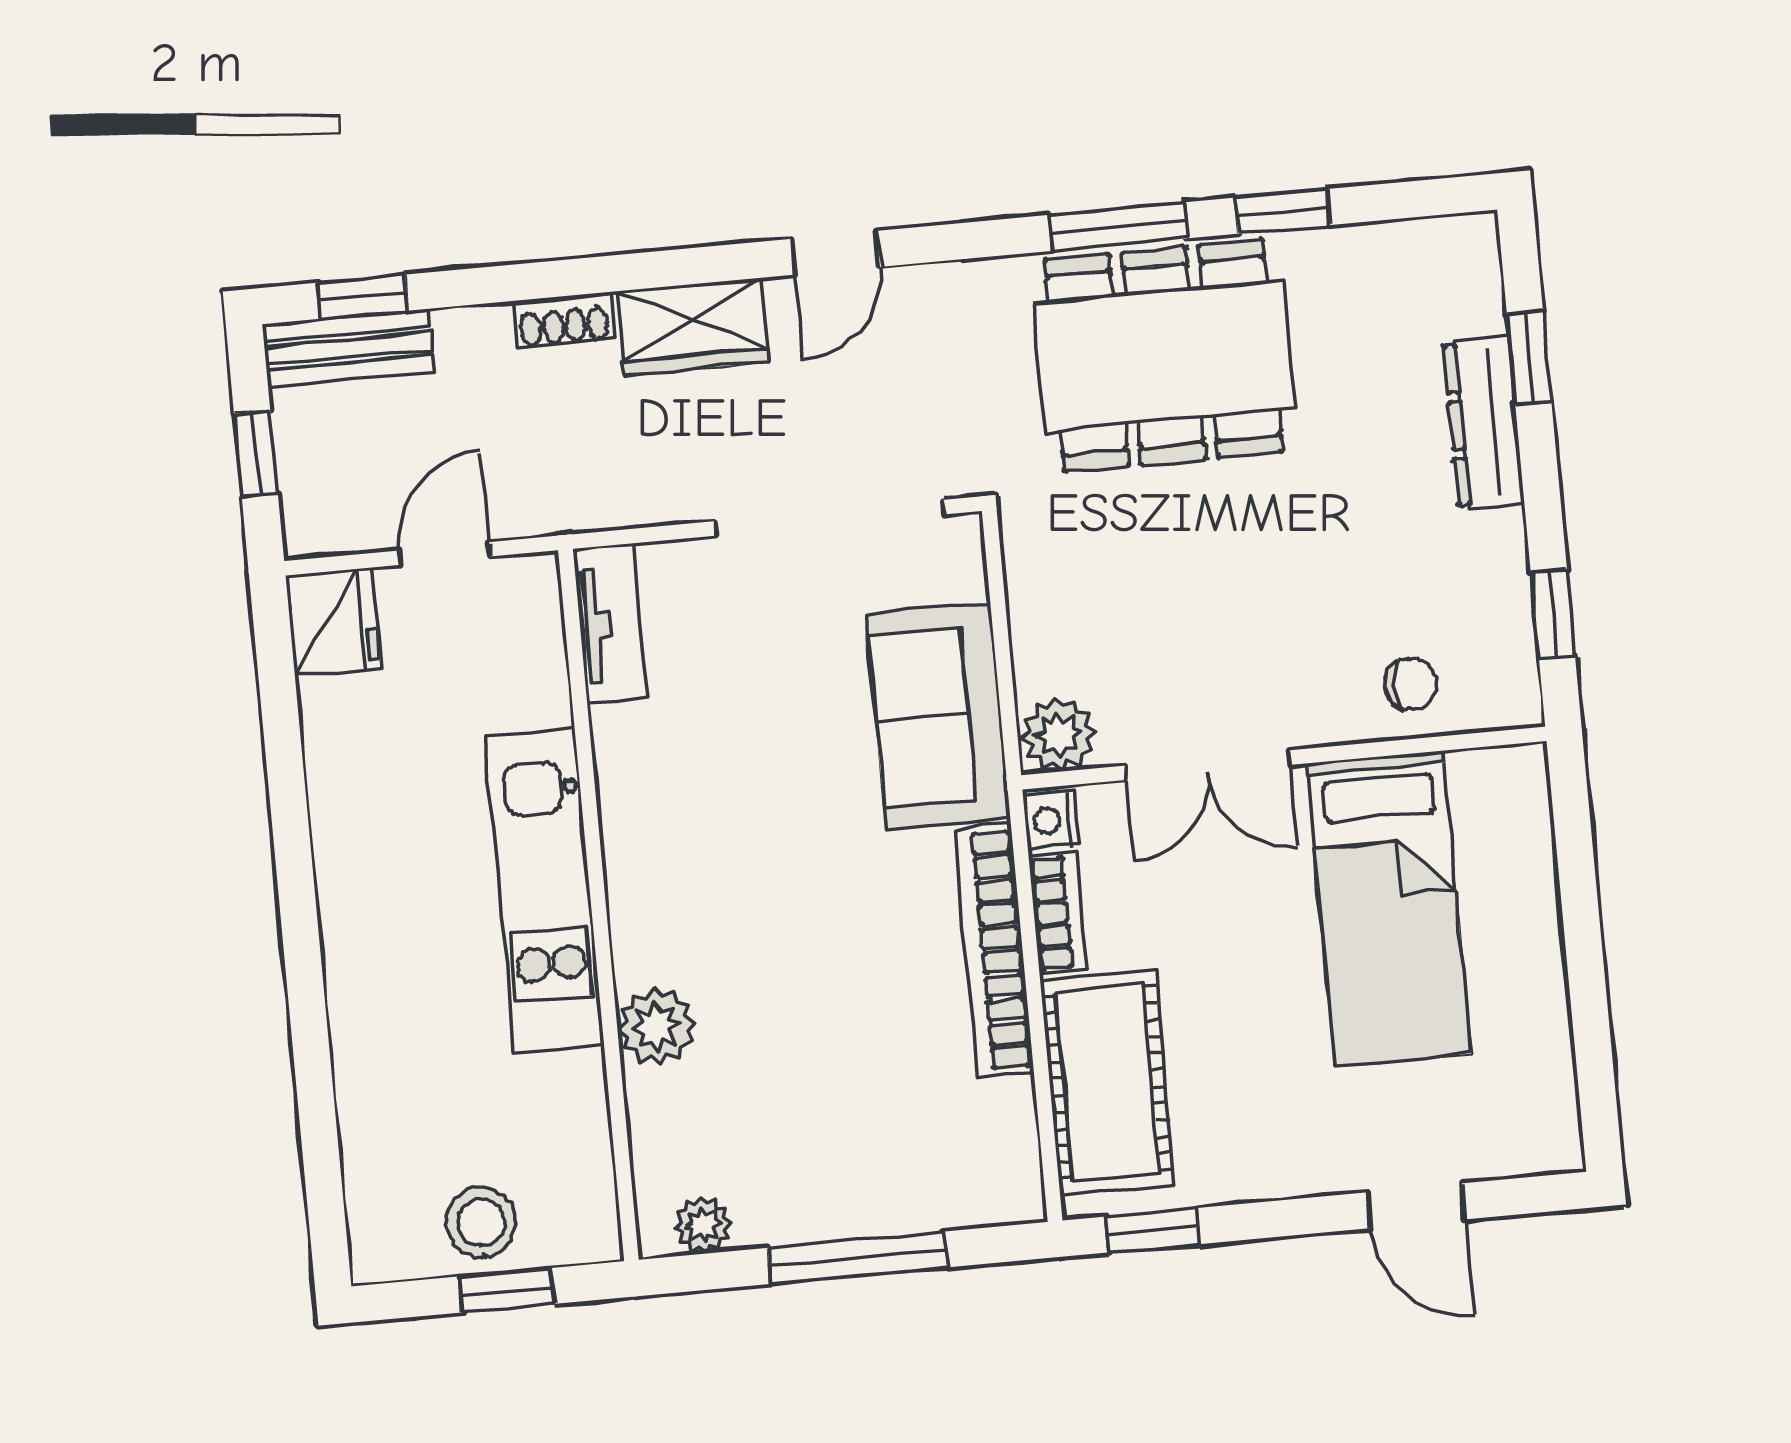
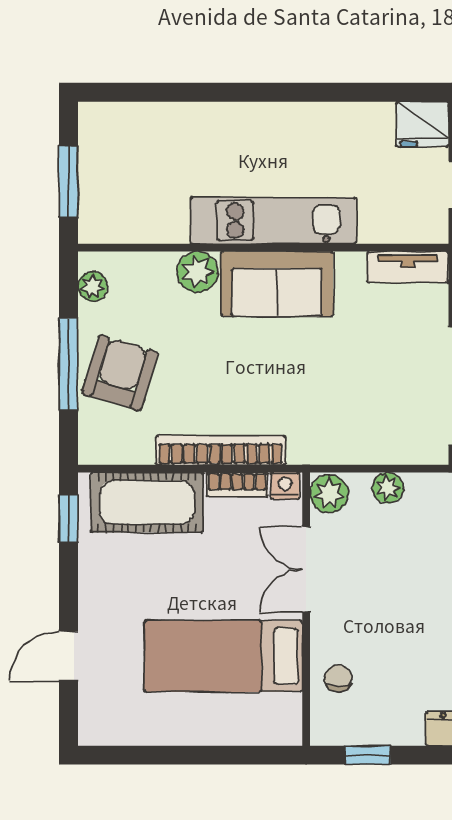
plant: (1037, 623) -> (388, 488), added
chair: (1411, 684) -> (338, 678), turned 180
sofa: (938, 716) -> (277, 284), moved, turned 180
armchair: (864, 1157) -> (120, 373), added
stool: (481, 1222) -> (105, 172), removed
window: (506, 1290) -> (68, 182), width x1.50

